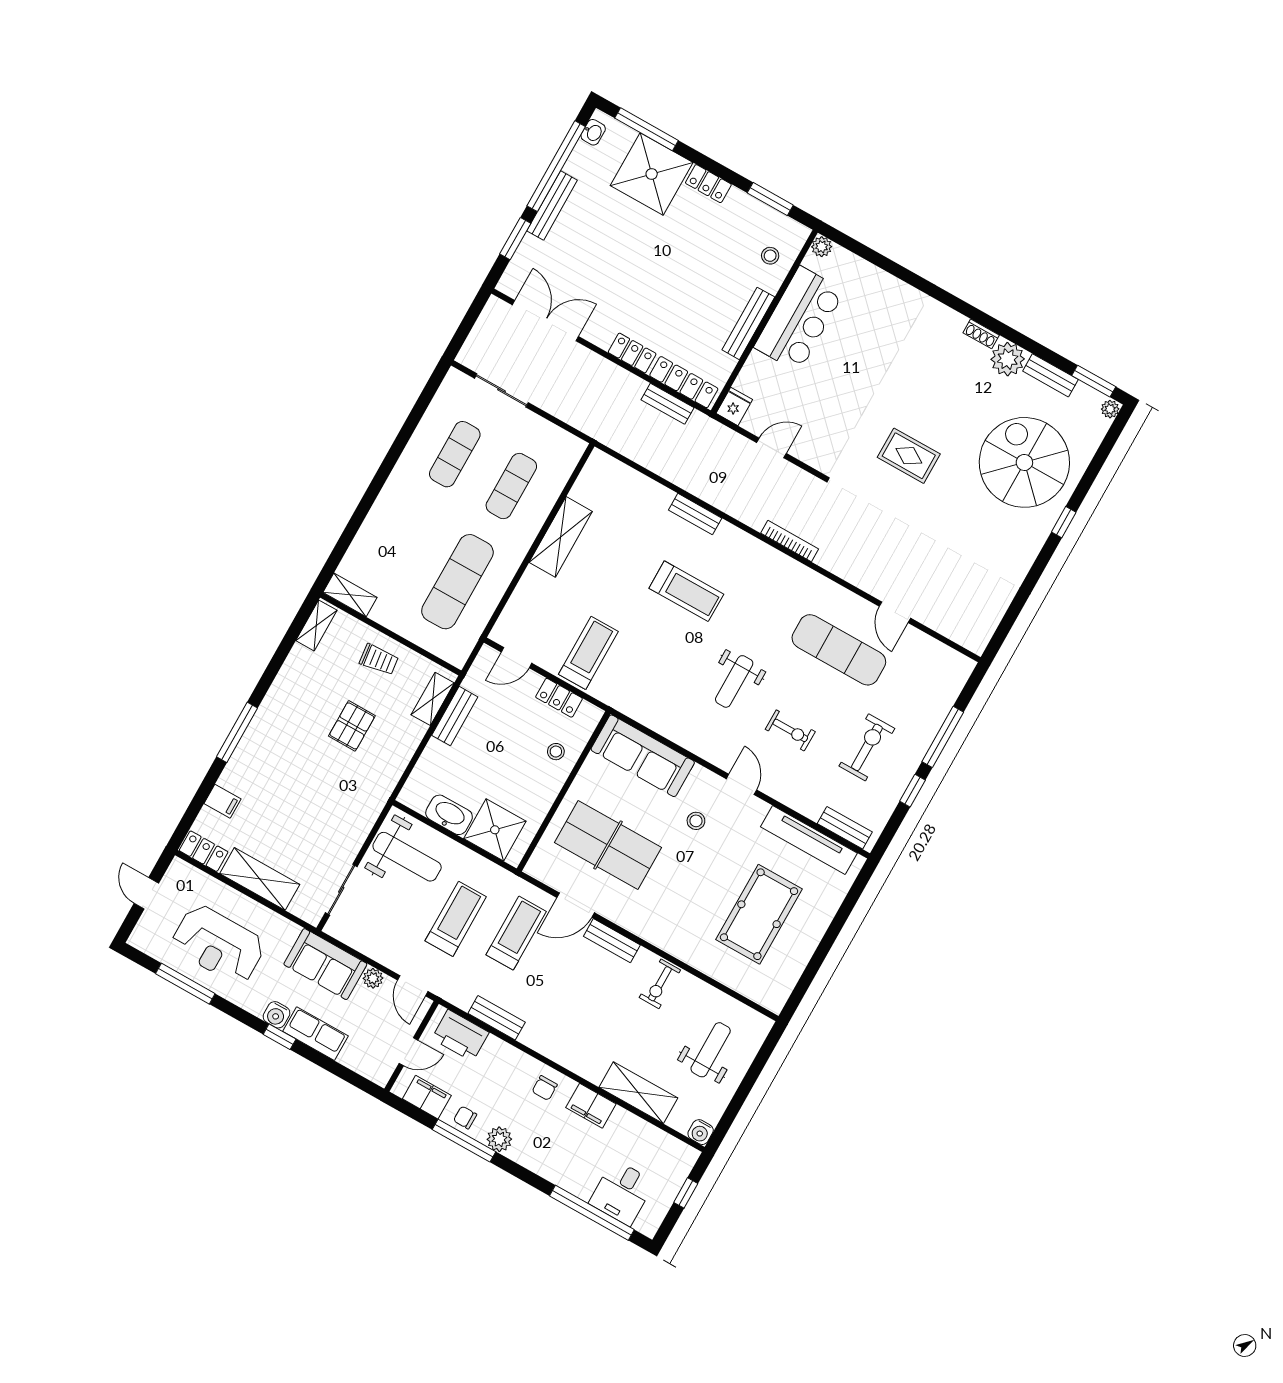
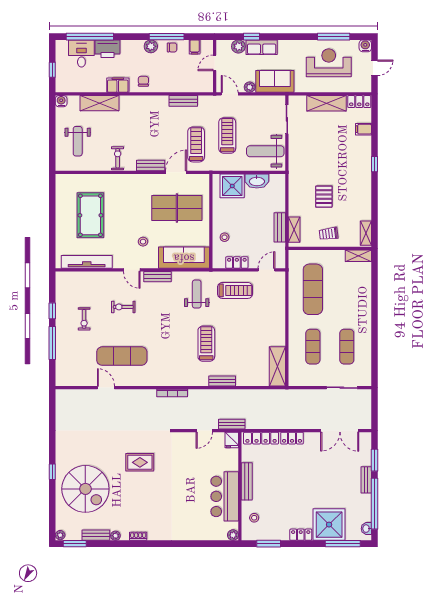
bench: (552, 205) -> (366, 480), width x0.73
plant: (1008, 359) -> (115, 536), width x0.53, depth x0.53
bench: (667, 404) -> (232, 424), moved
shelving: (561, 537) -> (277, 366), moved
treadmill: (686, 591) -> (206, 344), turned 90
treadmill: (588, 653) -> (235, 290), turned -90
weight bench: (734, 681) -> (197, 294), moved
window: (237, 732) -> (374, 164), width x0.46
exercise bike: (867, 747) -> (84, 319), width x0.73, depth x0.72
bench: (845, 828) -> (157, 277), moved
door: (146, 893) -> (374, 68), hinge flipped
treadmill: (456, 919) -> (227, 135), turned 180
treadmill: (516, 933) -> (196, 144), turned 180
water cooler: (276, 1015) -> (365, 46), moved
printer: (460, 1035) -> (108, 49), moved, turned 180
window: (280, 1037) -> (252, 37), moved
plant: (354, 1057) -> (238, 46), added
filing cabinet: (427, 1097) -> (195, 47), width x0.50

